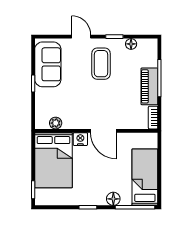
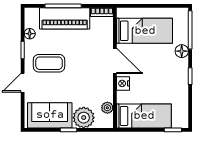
piano: (149, 86) -> (65, 18), width x1.37, depth x1.33
plant: (46, 99) -> (84, 118), added
door: (103, 131) -> (115, 61), hinge flipped
bed: (53, 160) -> (144, 116), width x0.67
bed: (145, 177) -> (145, 31), moved, turned 180

